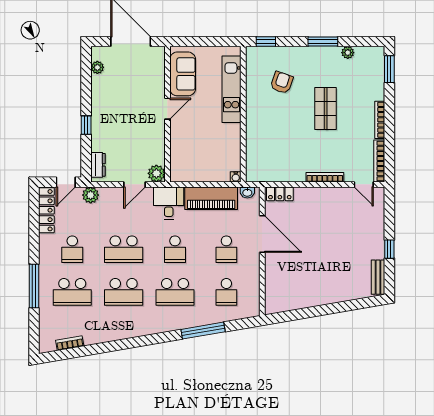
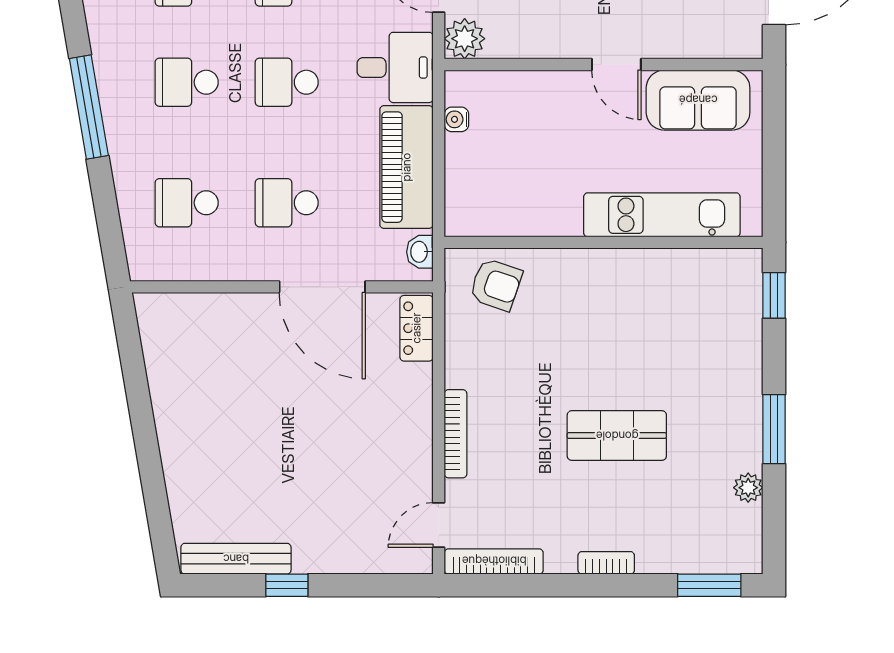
armchair: (282, 83) -> (496, 285), moved
bookcase: (380, 120) -> (606, 563), width x0.64
water cooler: (236, 177) -> (456, 119), moved
door: (262, 234) -> (322, 287), hinge flipped
bench: (378, 277) -> (236, 559), width x1.36
school desk: (175, 292) -> (187, 82), width x0.54
window: (203, 331) -> (89, 107), moved

